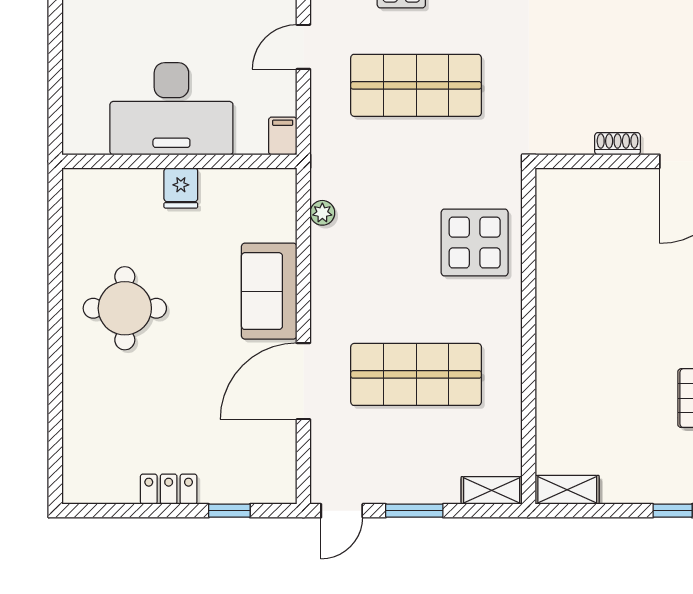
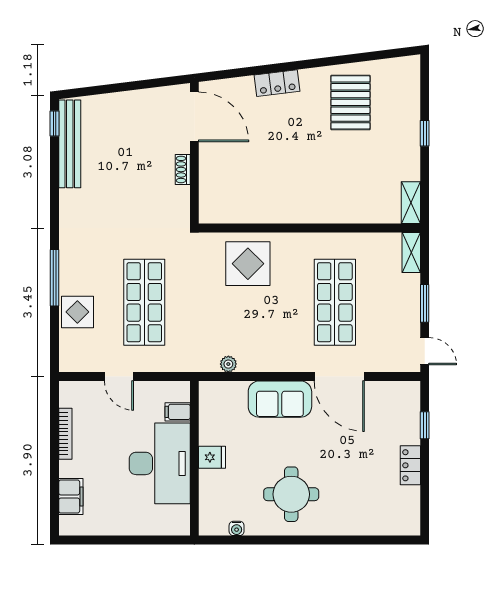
filing cabinet: (283, 136) -> (178, 412), moved
water cooler: (73, 225) -> (237, 528), added

